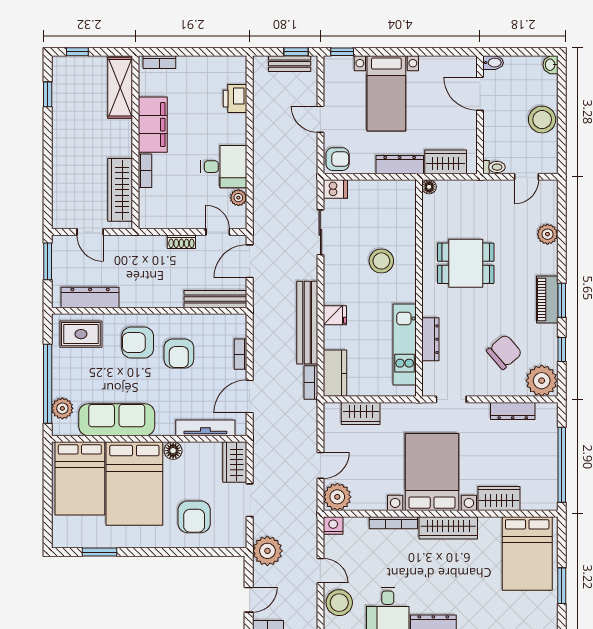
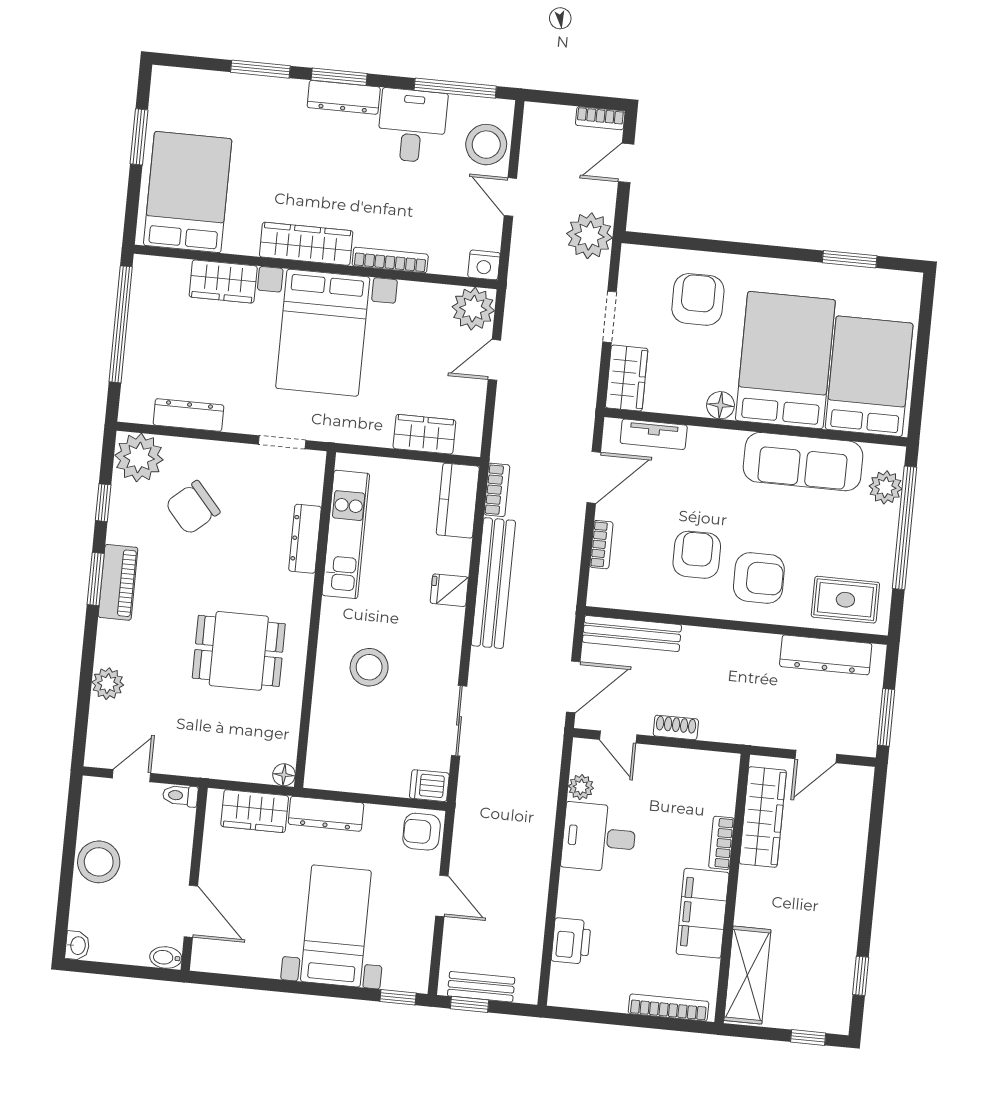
bookcase: (159, 62) -> (669, 1007), width x1.56
door: (90, 232) -> (816, 756), swing flipped
tv unit: (205, 428) -> (654, 434), width x0.71

